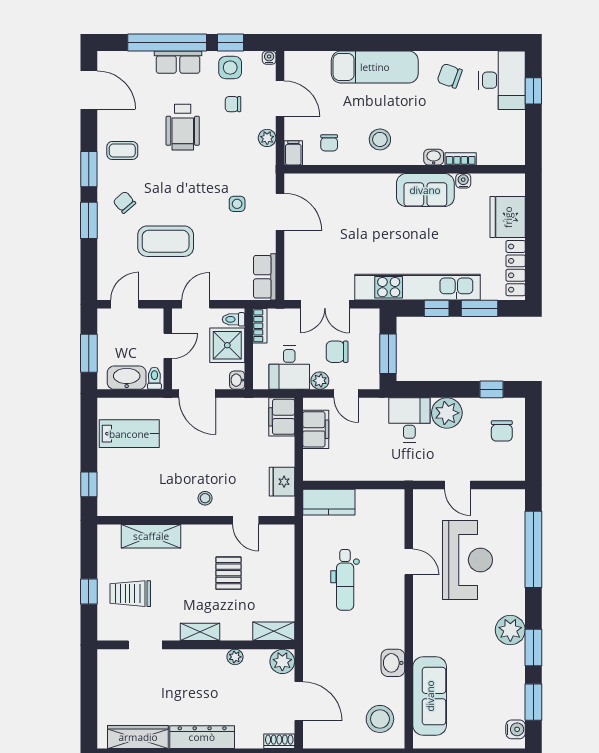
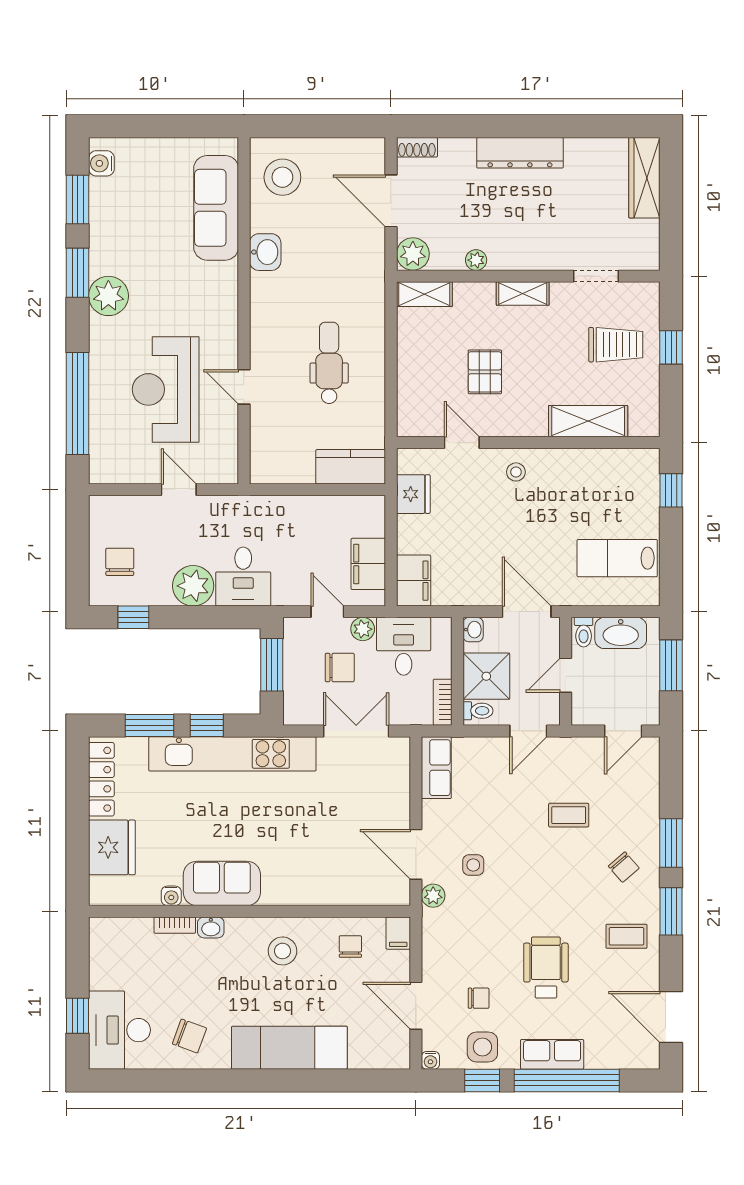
plant: (267, 138) -> (433, 896), moved
coffee table: (166, 241) -> (569, 815), width x0.54, depth x0.58
wardrobe: (138, 737) -> (644, 178), moved, turned 90

